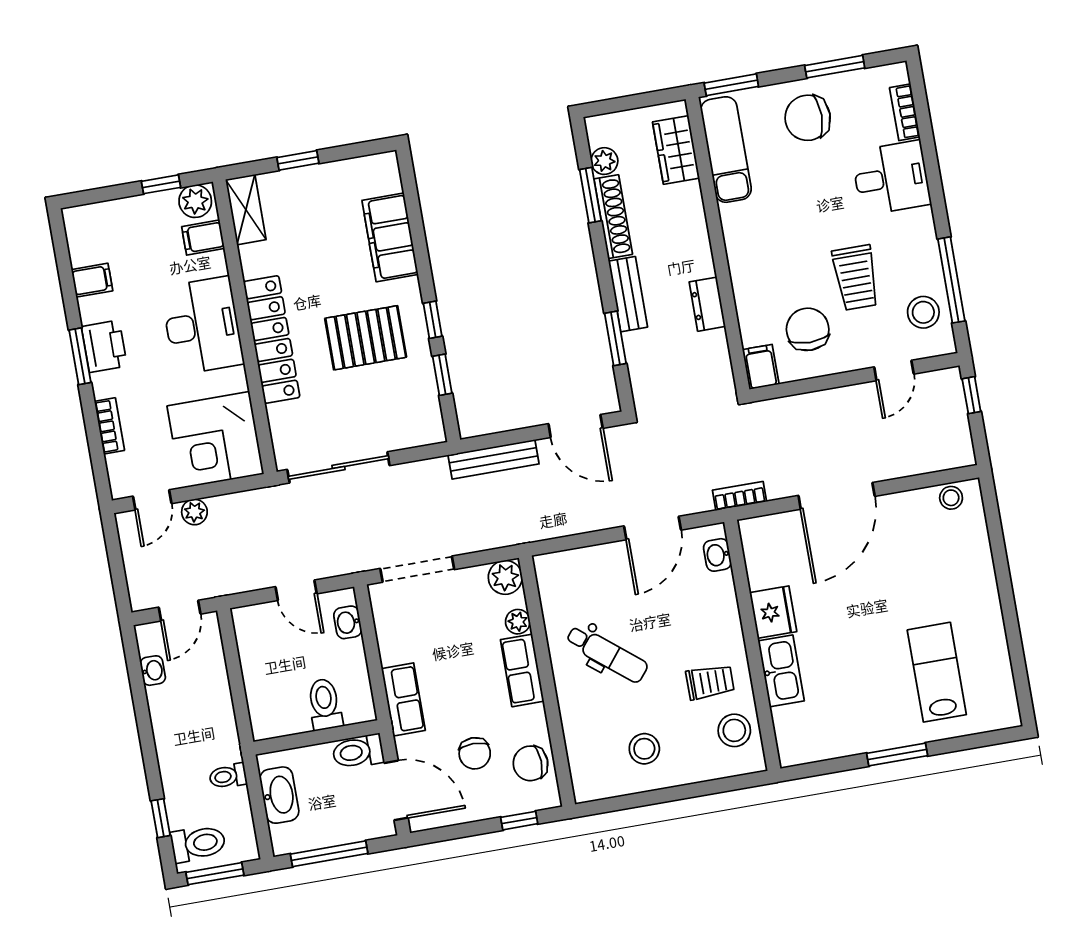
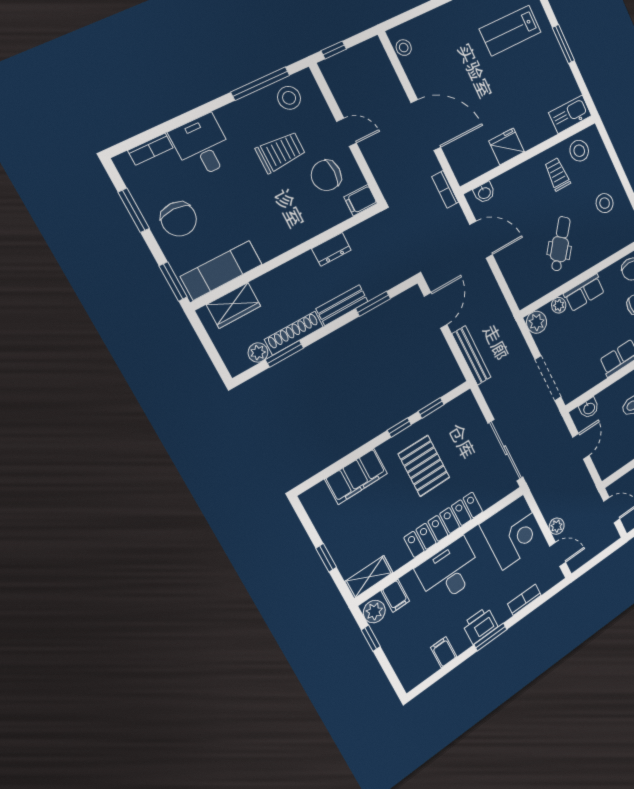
door: (894, 371) -> (347, 132), moved
kitchen sink: (781, 671) -> (570, 114), moved

